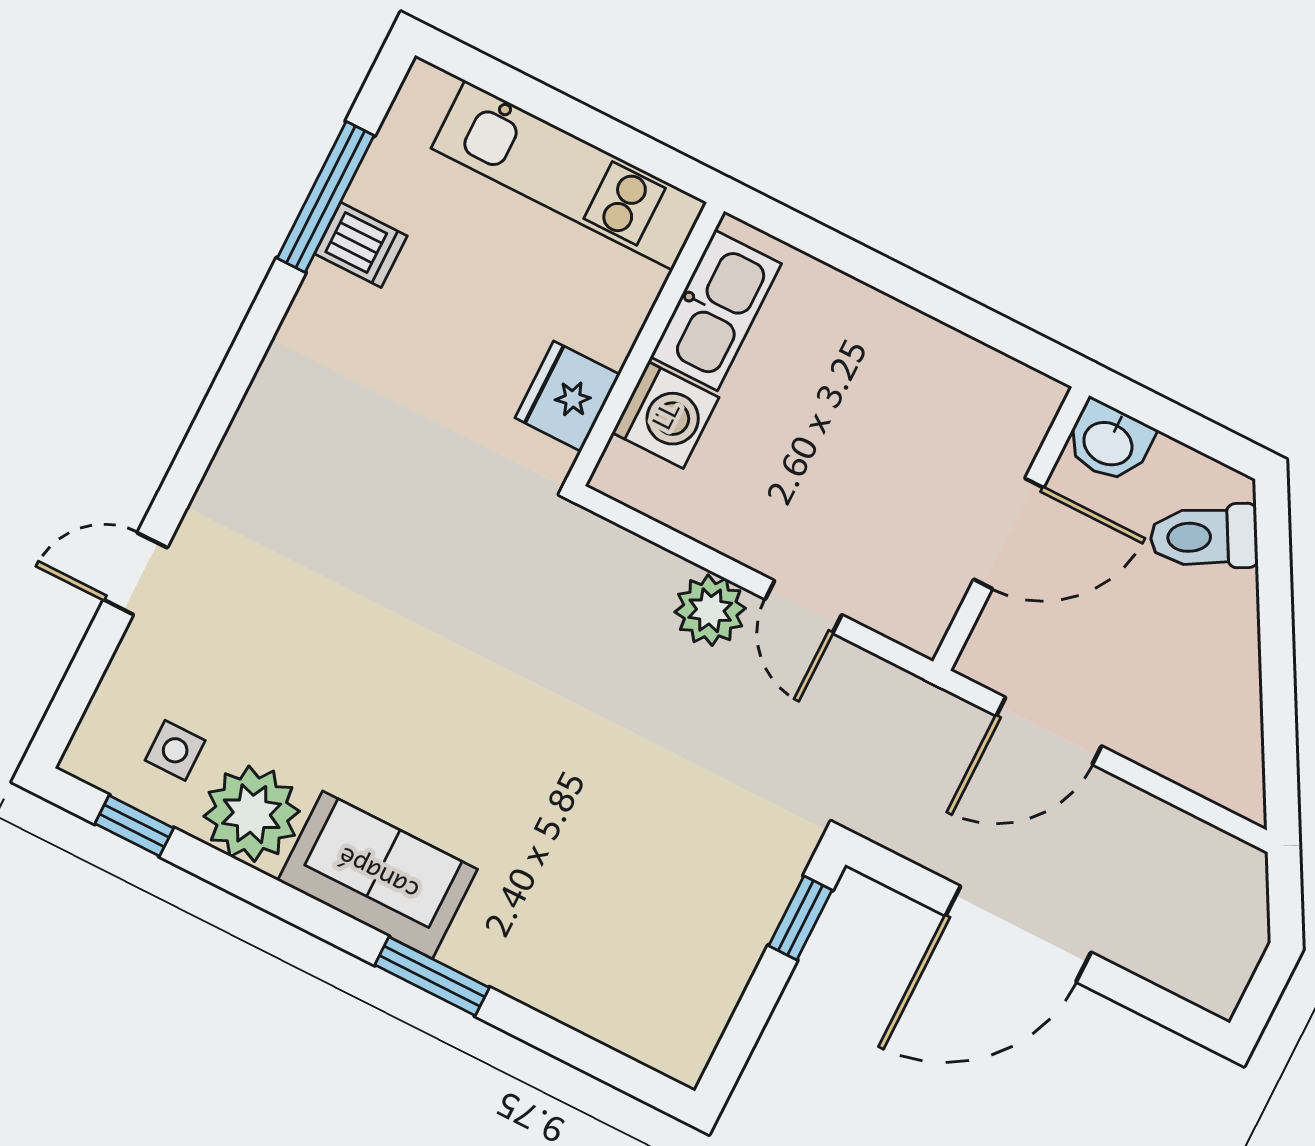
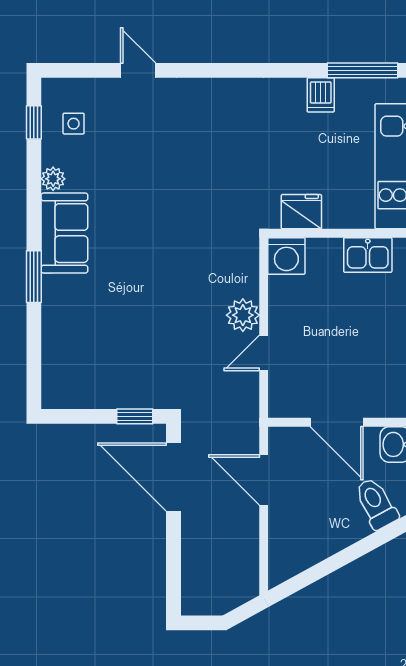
window: (326, 197) -> (363, 70), moved
kitchen sink: (716, 310) -> (368, 255), width x0.73
washing machine: (665, 415) -> (286, 256), moved
plant: (252, 814) -> (53, 179), width x0.53, depth x0.53
door: (1018, 934) -> (173, 477), moved

